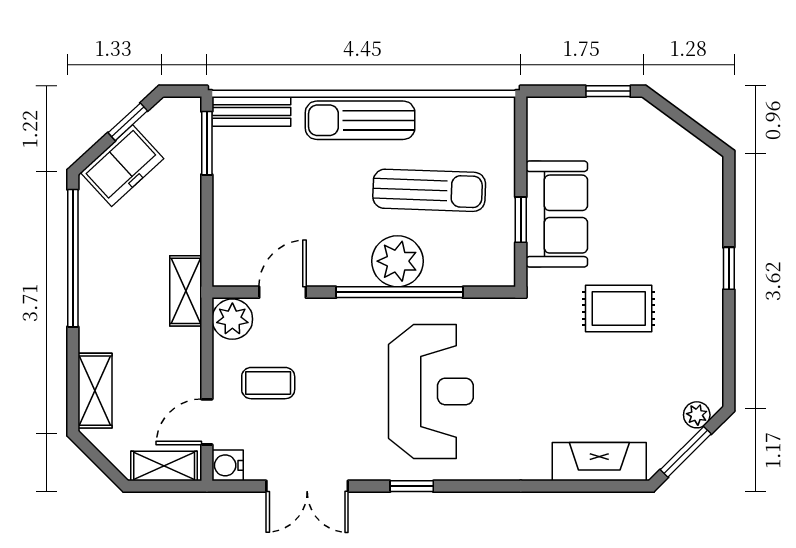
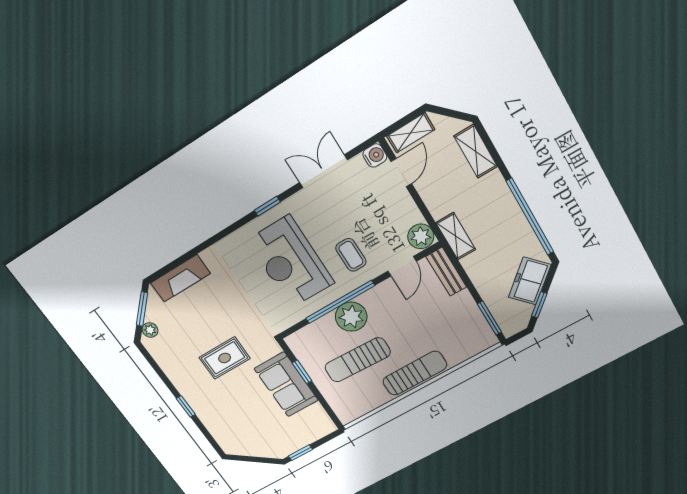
bench: (251, 111) -> (446, 272), moved, turned 90
coffee table: (268, 383) -> (351, 255), moved, turned 90

